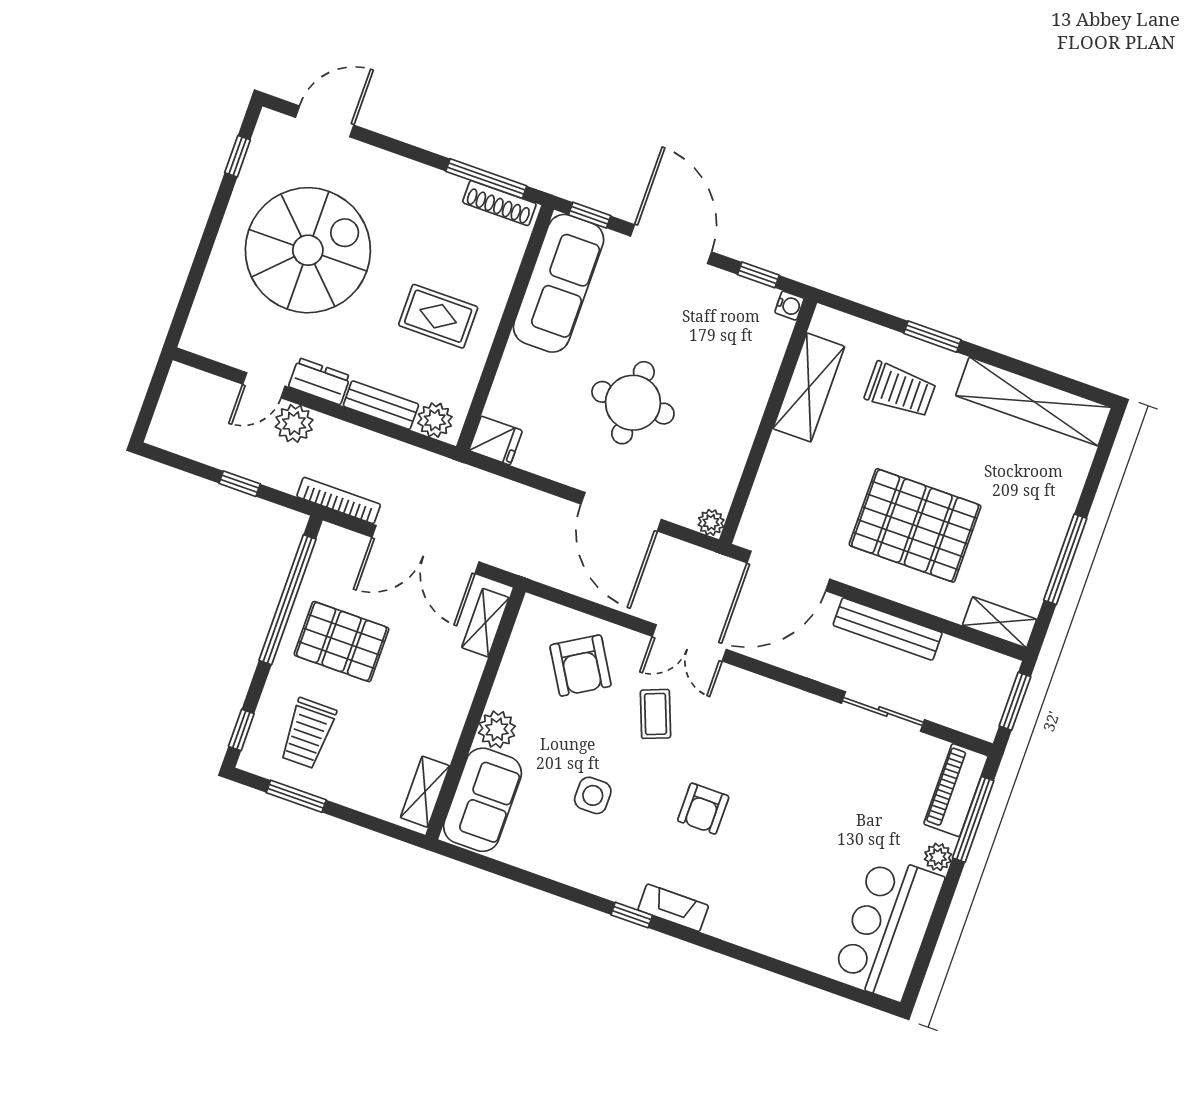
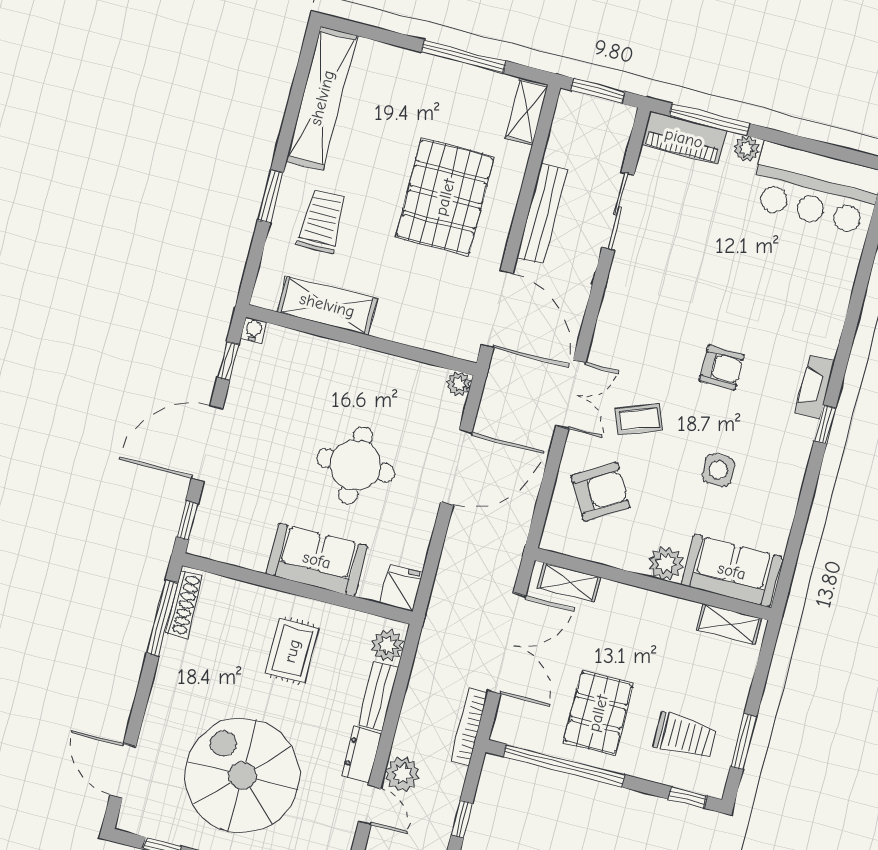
sofa: (559, 283) -> (317, 560), moved, width x0.73

